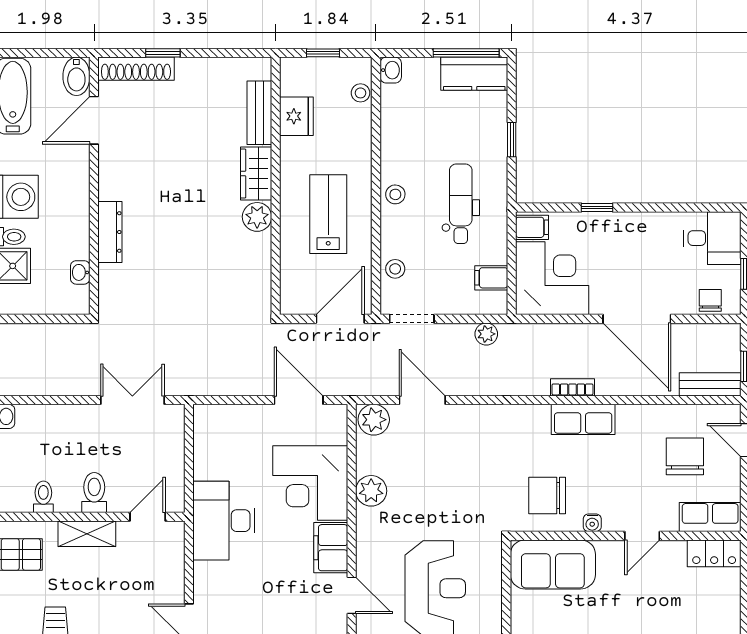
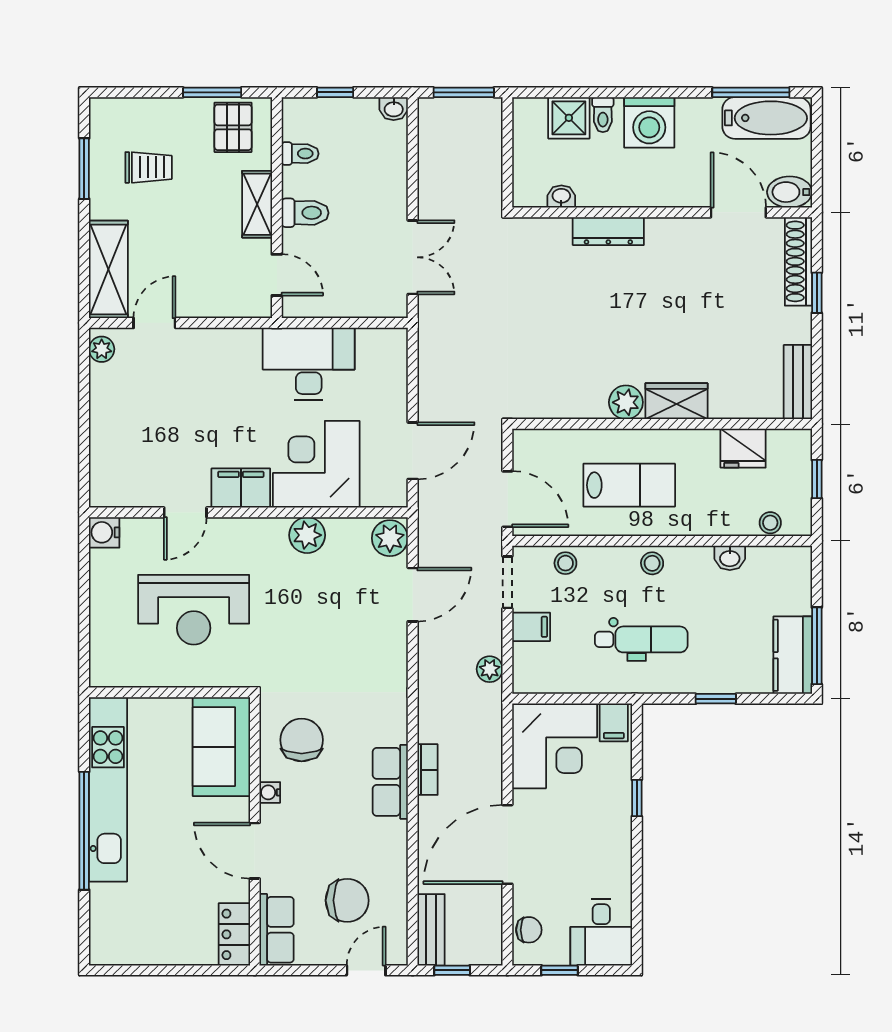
washbasin: (391, 70) -> (730, 558), moved
bench: (259, 113) -> (798, 382), moved, turned 90
filing cabinet: (491, 278) -> (531, 627), moved, turned 90
desk: (224, 521) -> (309, 364), moved
door: (642, 536) -> (255, 851), width x1.38

